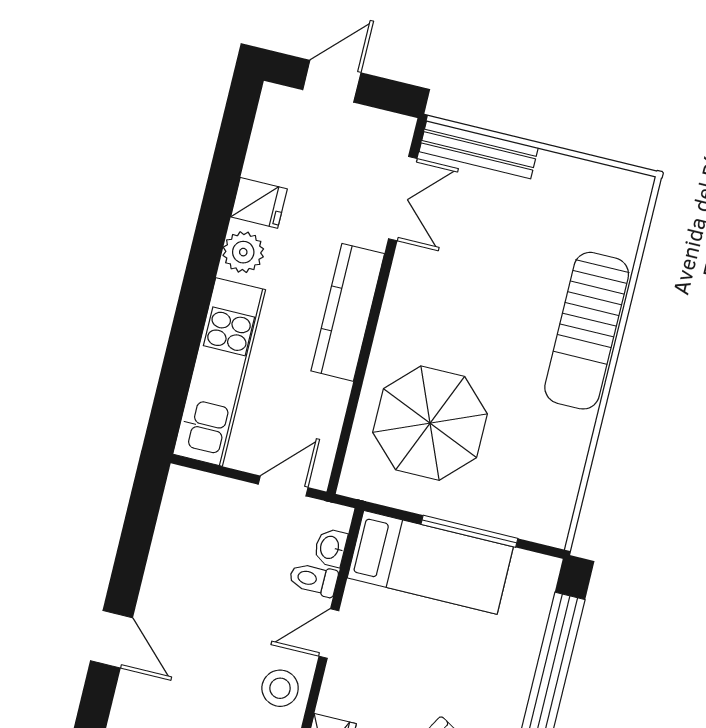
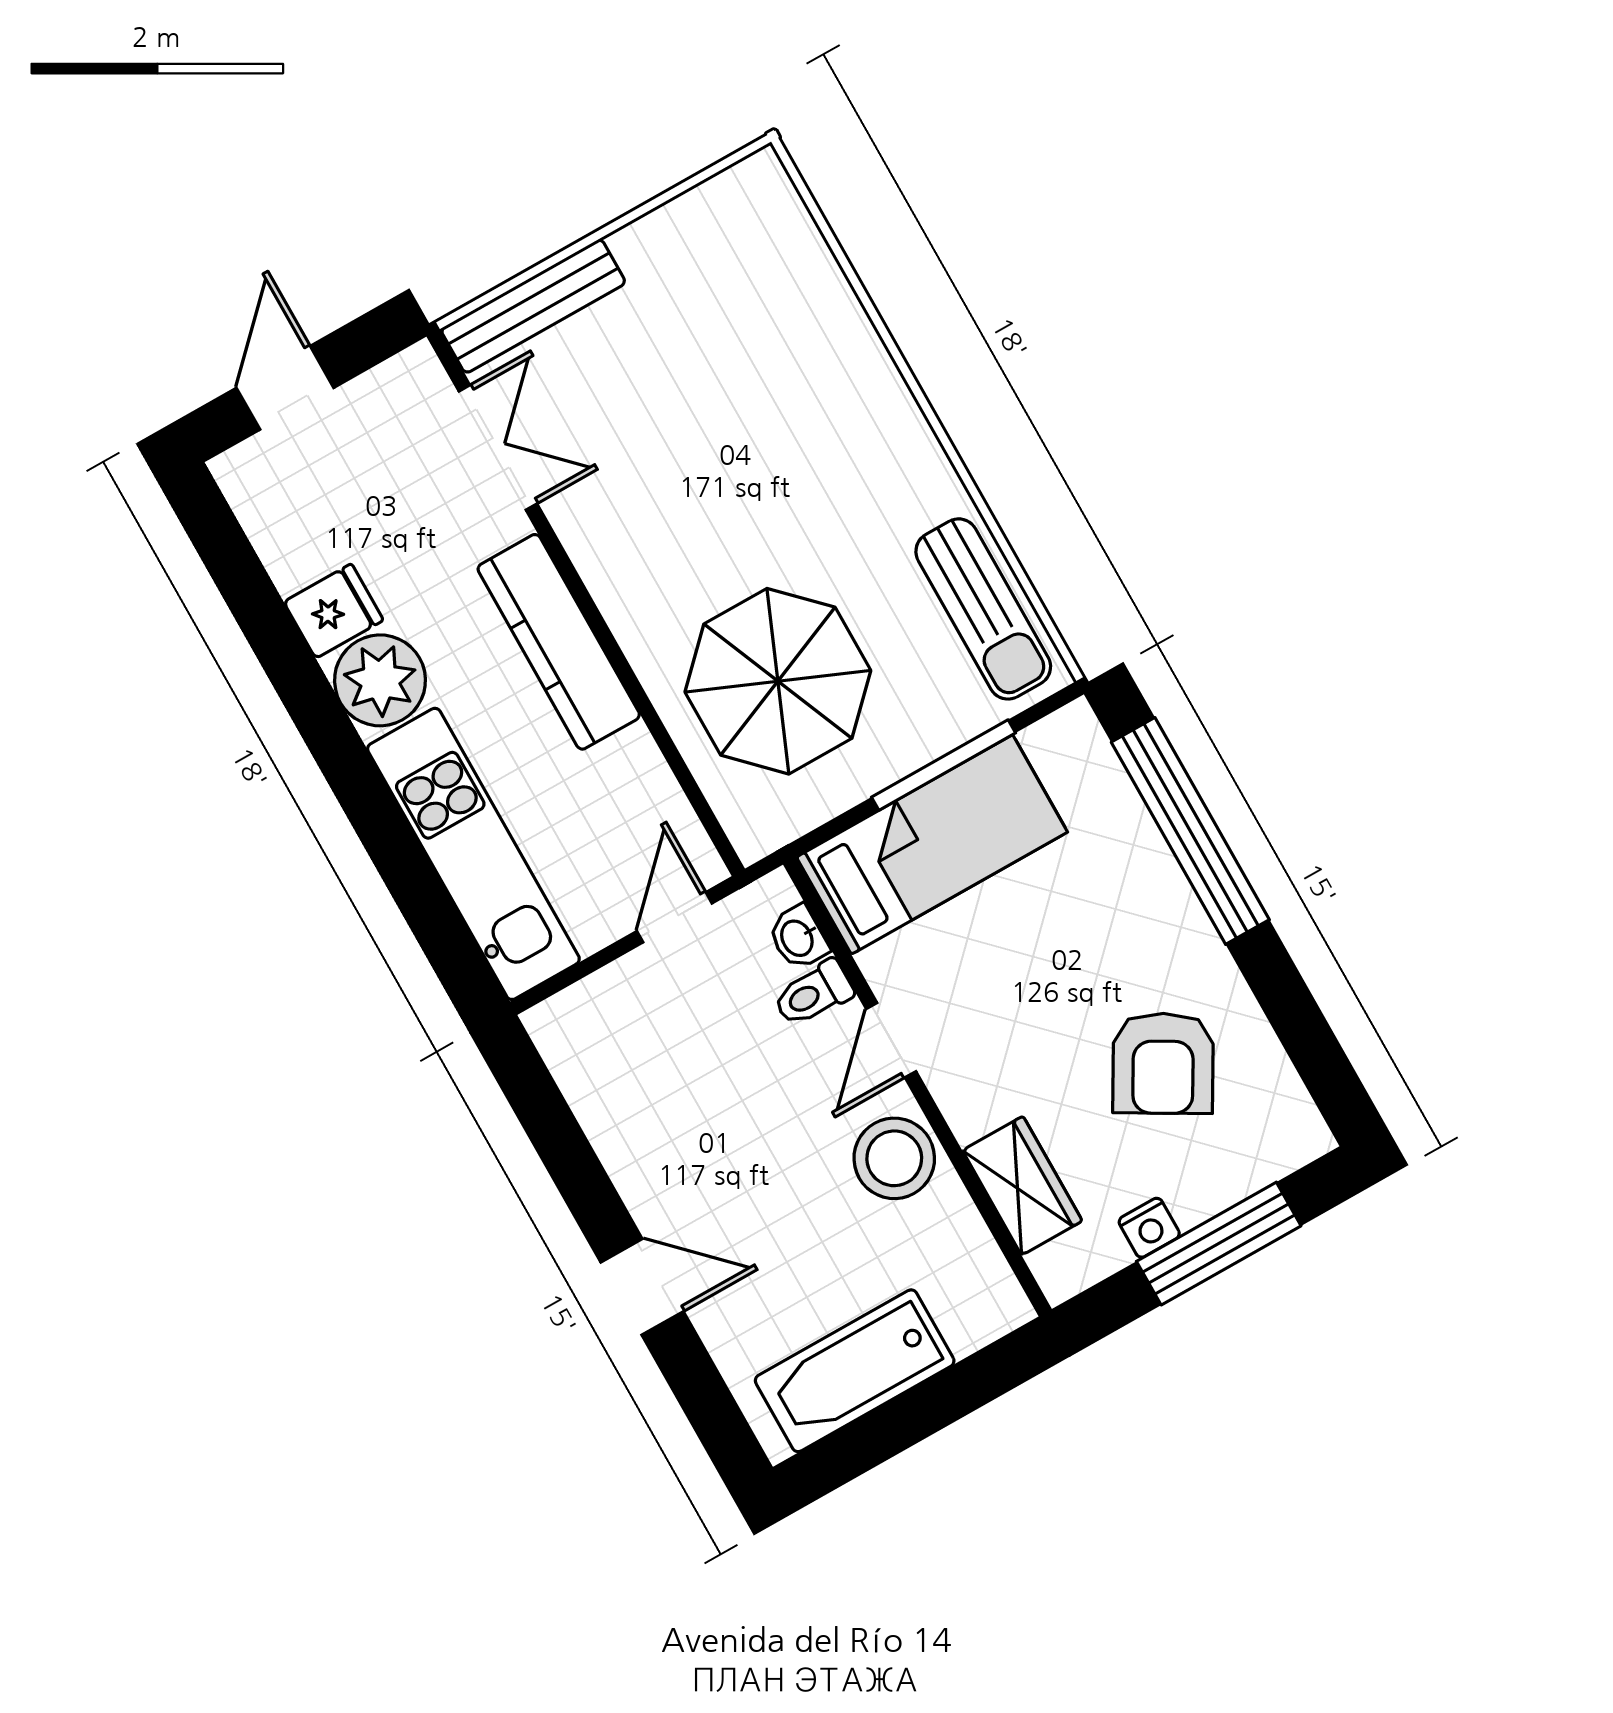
plant: (243, 252) -> (380, 680), width x1.36, depth x1.36
sun lounger: (587, 331) -> (983, 609), moved, width x0.73, depth x0.75
stool: (280, 688) -> (894, 1158), width x1.38, depth x1.38

